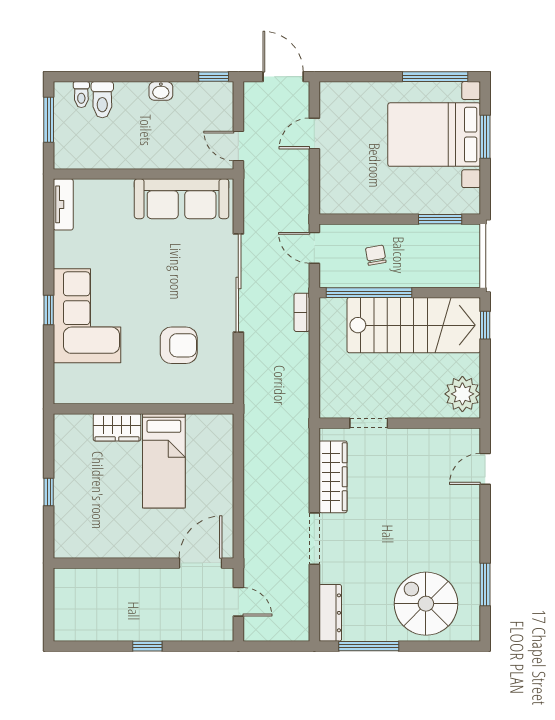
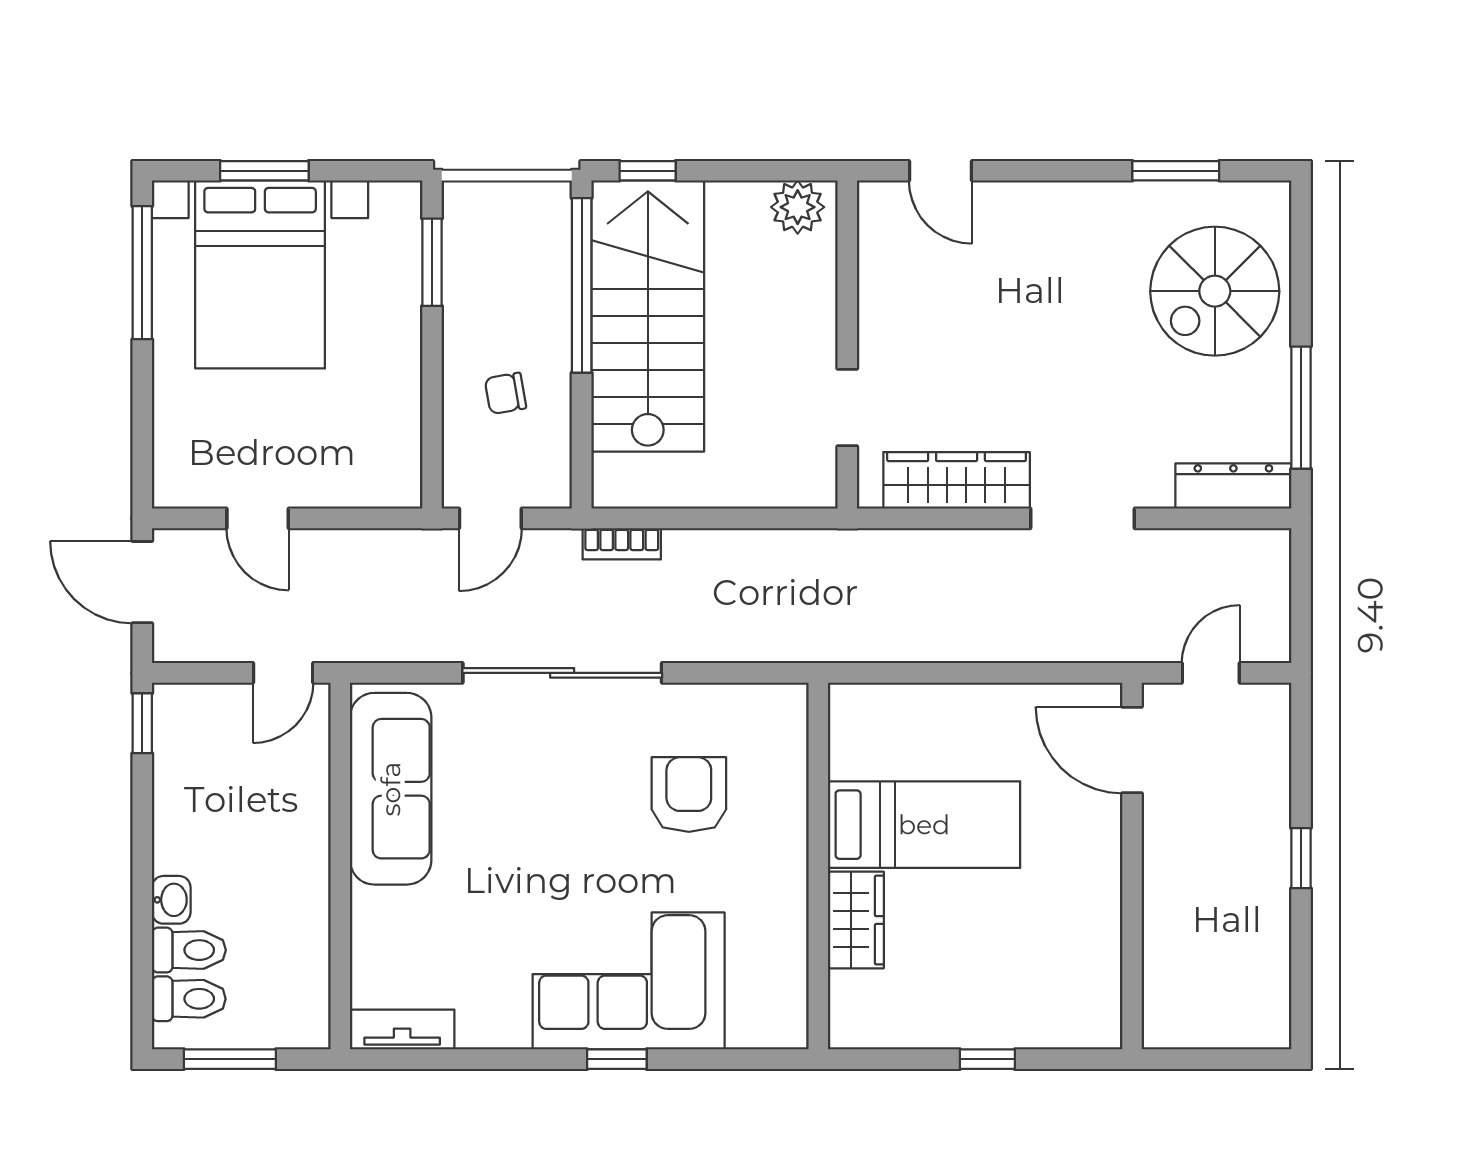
door: (283, 77) -> (142, 582), hinge flipped
washbasin: (161, 91) -> (171, 900), moved
toilet: (81, 95) -> (189, 999), width x1.37, depth x1.39
window: (369, 293) -> (582, 285), moved
plant: (462, 394) -> (798, 207), width x0.73, depth x0.73

